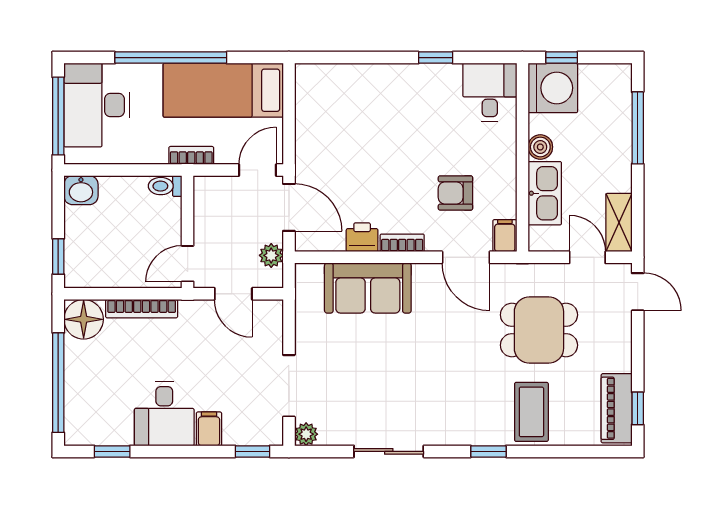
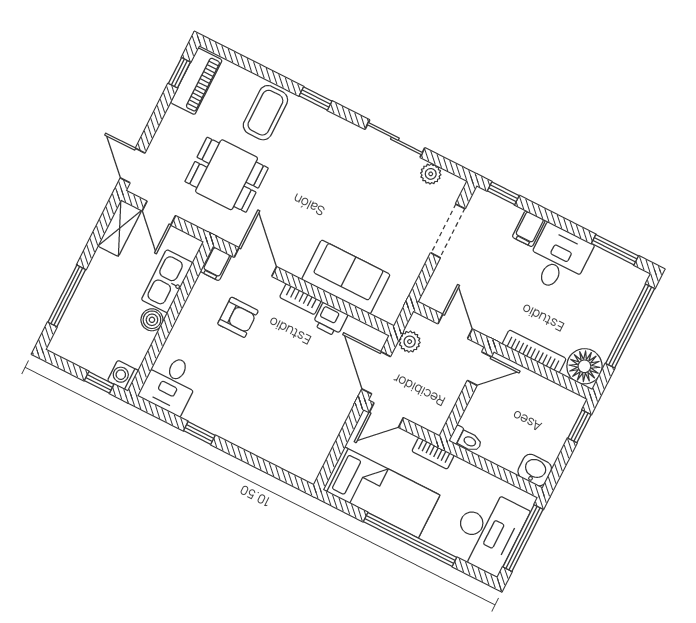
washing machine: (553, 88) -> (123, 376), width x0.53, depth x0.53
plant: (306, 434) -> (431, 174), moved
window: (112, 451) -> (615, 250), width x1.50

